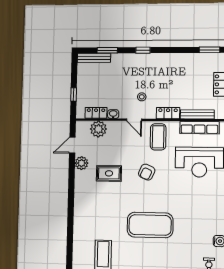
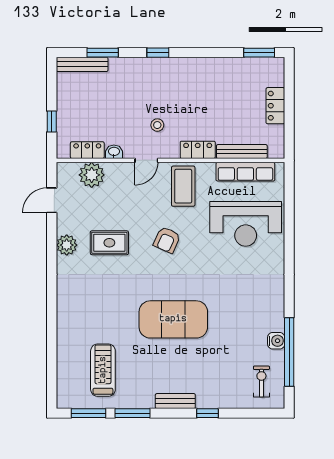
door: (134, 120) -> (146, 160), hinge flipped
plant: (81, 163) -> (67, 245), moved

